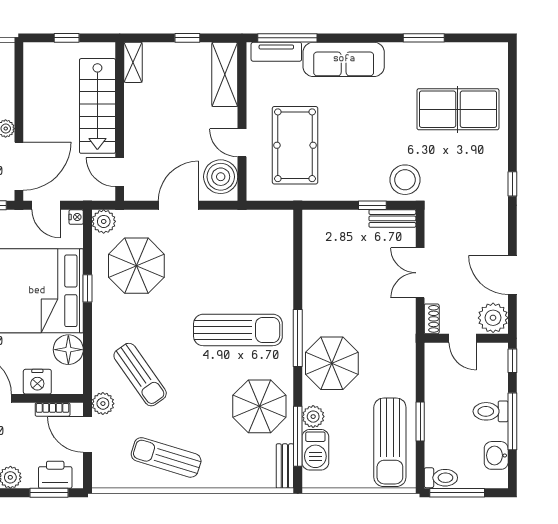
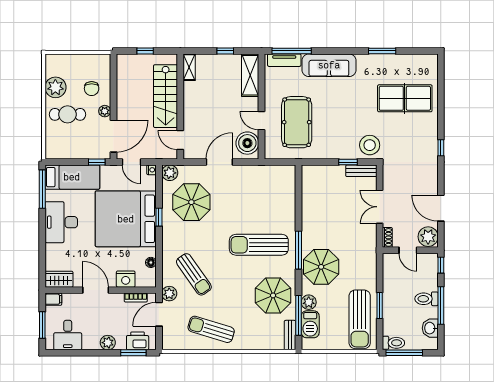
sun lounger: (238, 330) -> (259, 245), turned 180
floor lamp: (68, 350) -> (151, 262), width x0.53, depth x0.53
door: (87, 435) -> (159, 314), hinge flipped

